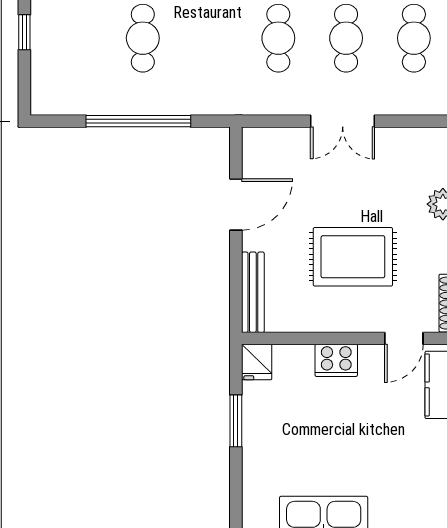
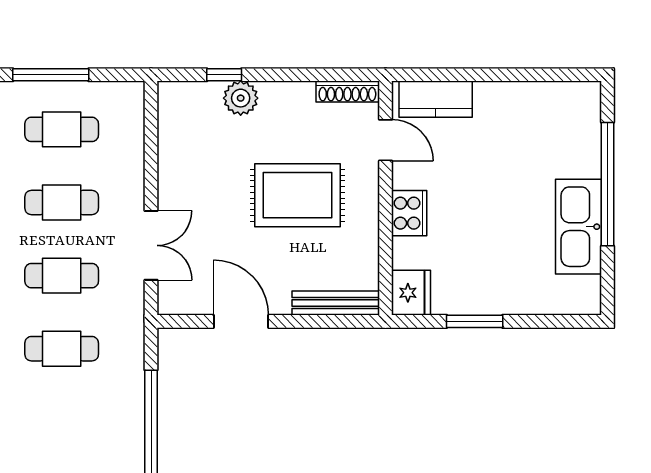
cafe table: (143, 38) -> (62, 349), moved
double door: (343, 121) -> (151, 245), moved
rug: (353, 257) -> (297, 195), turned 90
fridge: (257, 362) -> (411, 293), width x1.38

